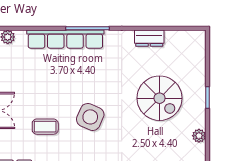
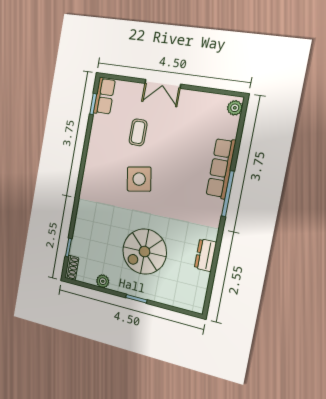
row of seats: (65, 39) -> (221, 168), width x0.73
side table: (90, 117) -> (139, 179), turned -34

